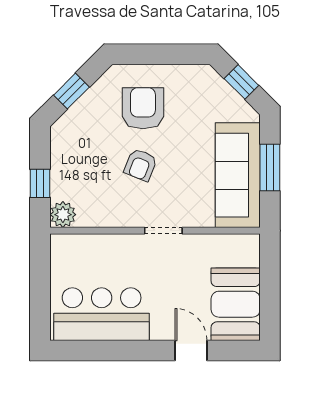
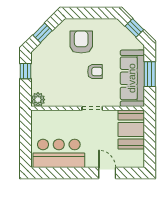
armchair: (141, 165) -> (95, 72), moved, turned -112
window: (40, 183) -> (26, 71), moved
booth: (236, 304) -> (131, 129), moved

